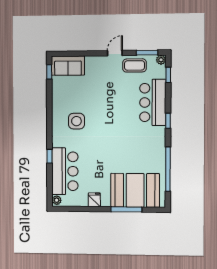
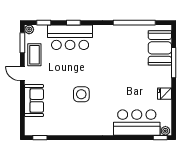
sofa: (68, 66) -> (34, 101), moved
side table: (76, 121) -> (81, 94), moved
window: (168, 121) -> (73, 23), moved
window: (50, 156) -> (160, 138), moved
booth: (135, 190) -> (160, 48), width x0.73, depth x0.70

